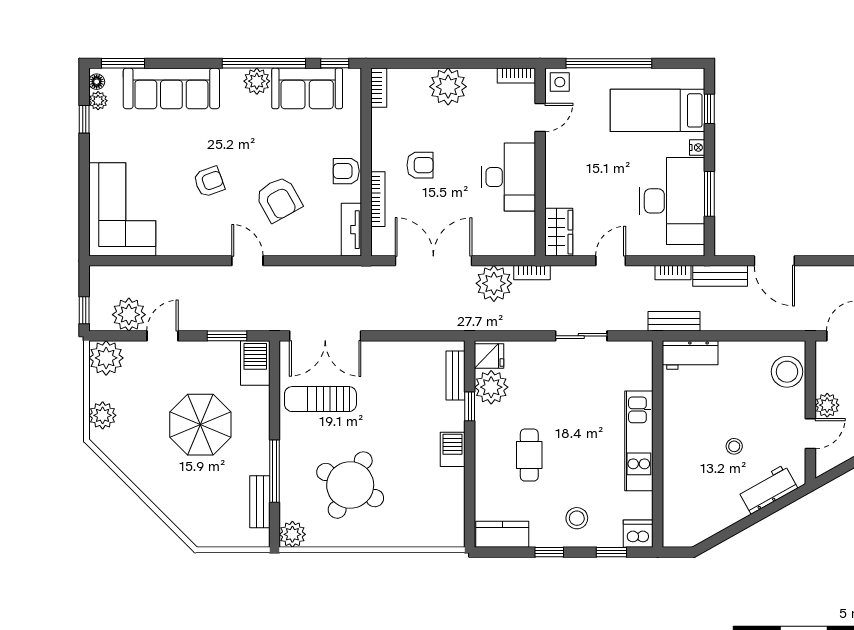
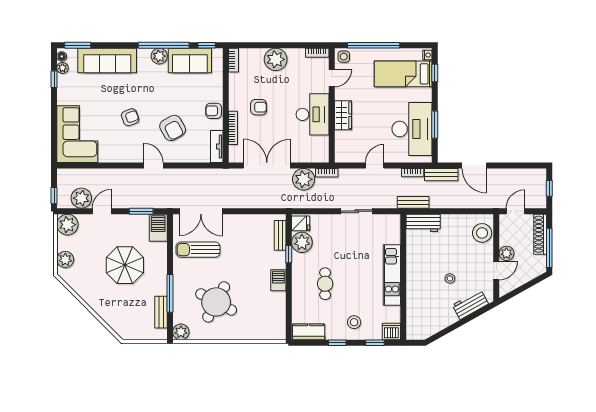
nightstand: (697, 148) -> (427, 55), moved
wardrobe: (559, 232) -> (343, 115), moved

